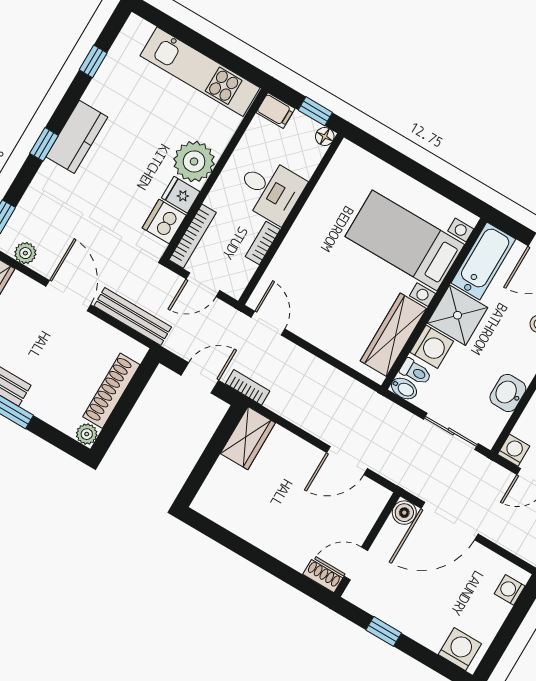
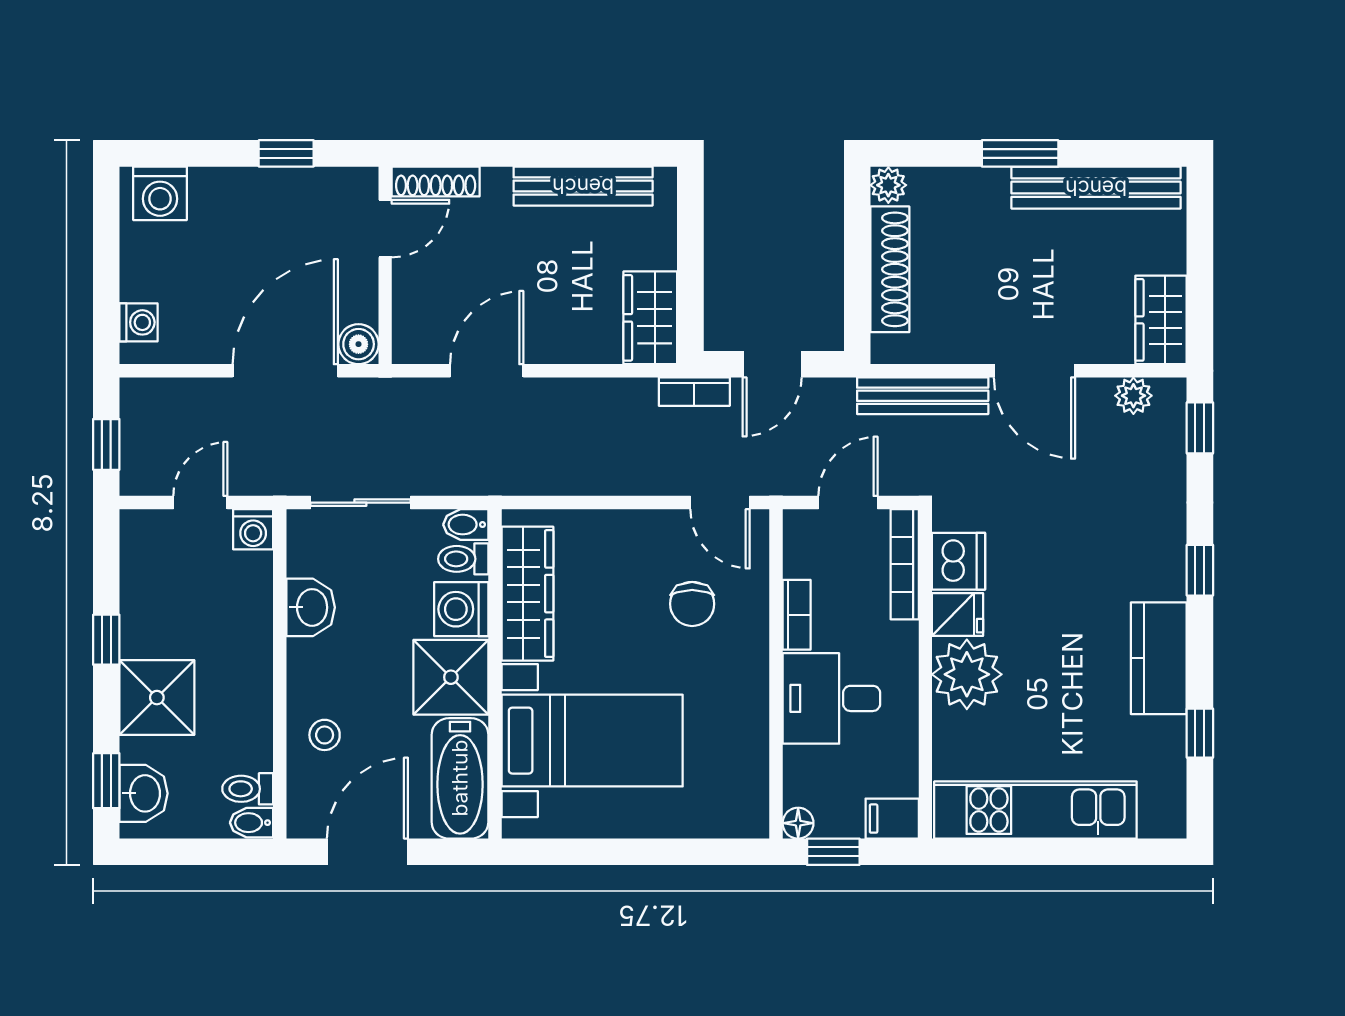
kitchen counter: (77, 137) -> (1159, 658), moved
chair: (313, 280) -> (692, 604), added
bench: (242, 525) -> (583, 186), added
shoe rack: (323, 576) -> (436, 182), width x1.43

